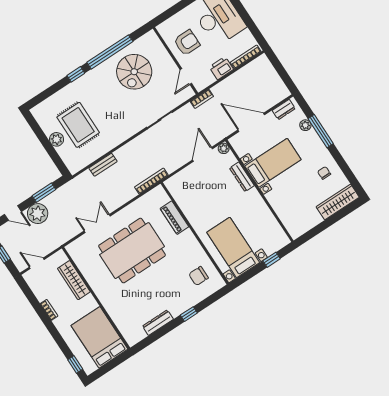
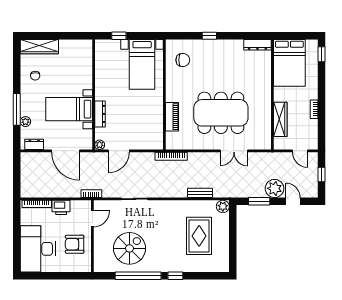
plant: (57, 139) -> (223, 206), moved
dresser: (158, 323) -> (257, 45), moved

